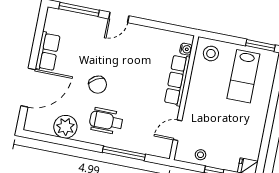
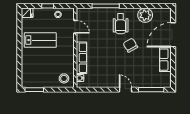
door: (119, 17) -> (126, 90), hinge flipped
lab bench: (243, 76) -> (40, 40), moved, turned 90
wheelchair: (106, 121) -> (121, 24), turned 90
door: (178, 130) -> (75, 27), hinge flipped

